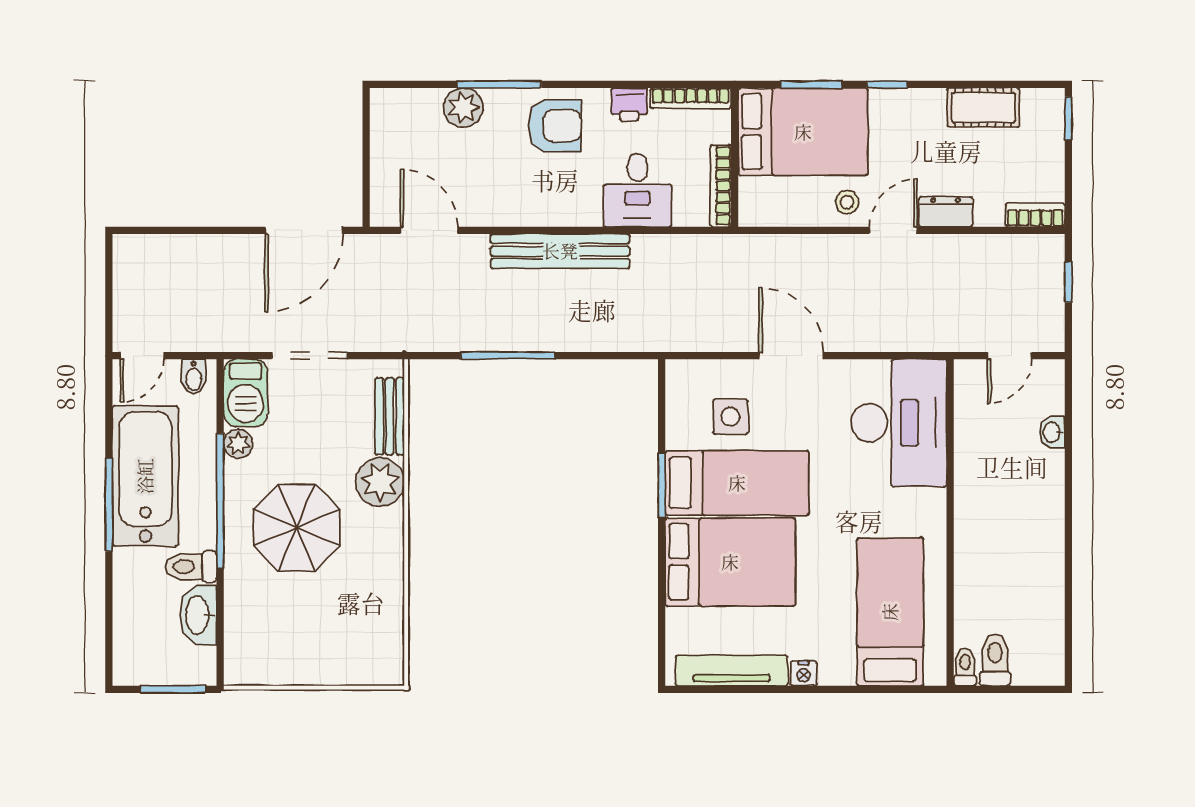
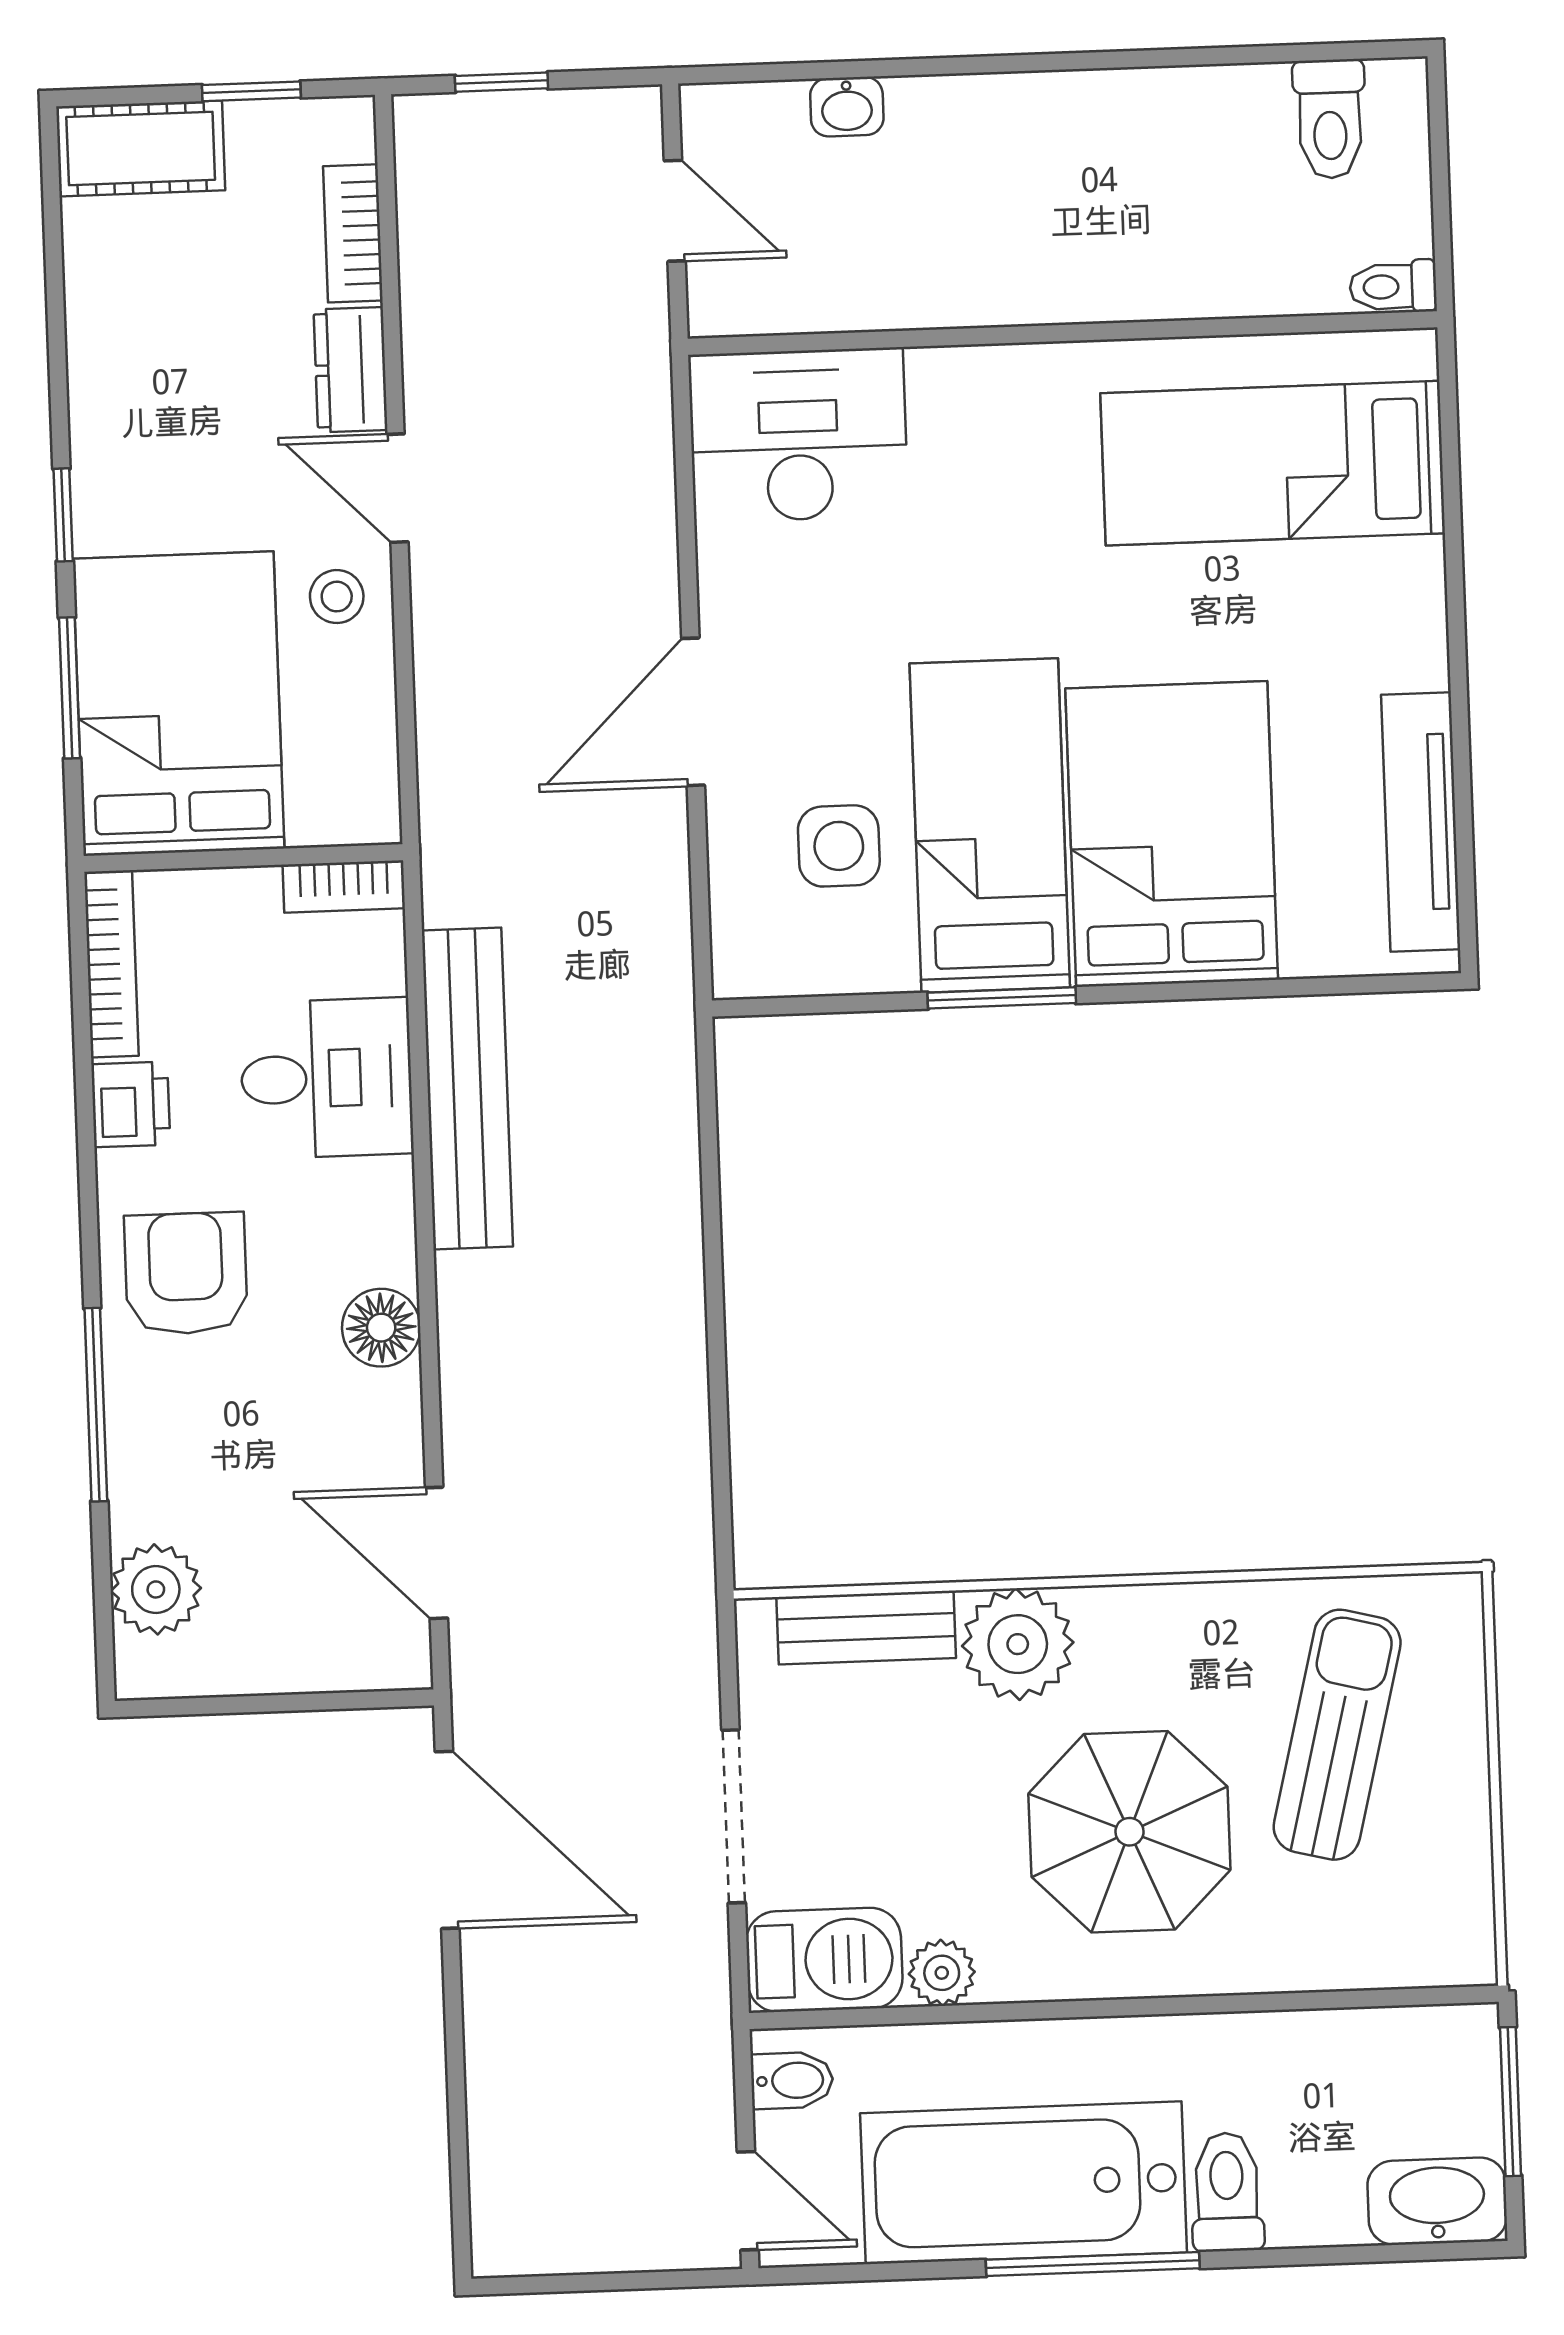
plant: (463, 108) -> (156, 1589), moved
cot: (983, 108) -> (141, 148), moved, turned 90
window: (1068, 118) -> (251, 91), moved
bookcase: (721, 186) -> (344, 887), width x0.64
floor lamp: (528, 210) -> (381, 1328), added
bookcase: (1035, 215) -> (353, 233), moved
door: (429, 230) -> (437, 1553), hinge flipped
bench: (560, 251) -> (467, 1089), moved
window: (508, 356) -> (717, 1362), removed
desk: (899, 423) -> (798, 435), width x0.73, depth x0.77
window: (220, 501) -> (1075, 2009), removed
toilet: (191, 567) -> (1227, 2192), moved, turned 180
washbasin: (198, 615) -> (1437, 2201), moved, turned 180
sun lounger: (336, 620) -> (1337, 1735), added
toilet: (995, 660) -> (1330, 119), moved, turned -90
nightstand: (804, 673) -> (1421, 657), removed

